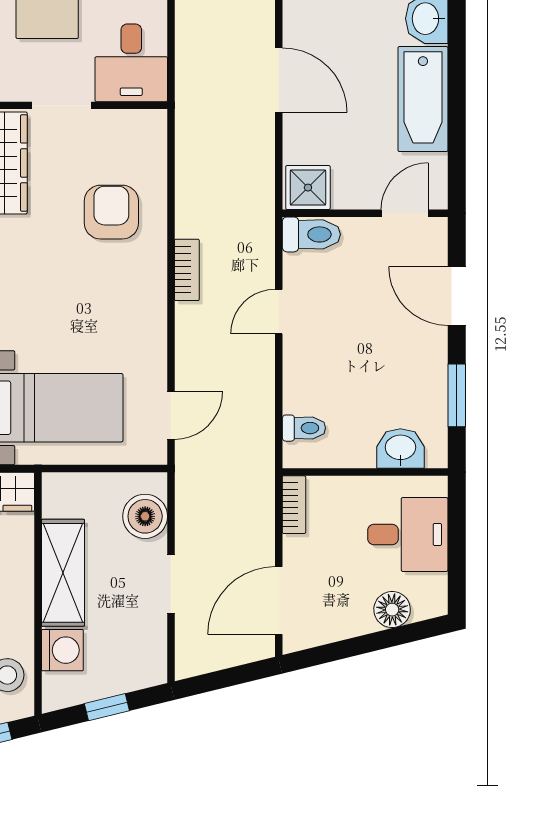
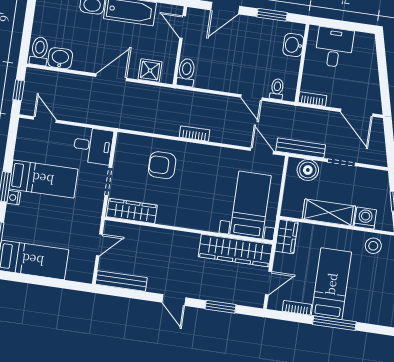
shower: (308, 188) -> (150, 71), moved
door: (279, 312) -> (251, 97), moved
bench: (189, 495) -> (301, 148), added
floor lamp: (392, 610) -> (369, 60), removed

